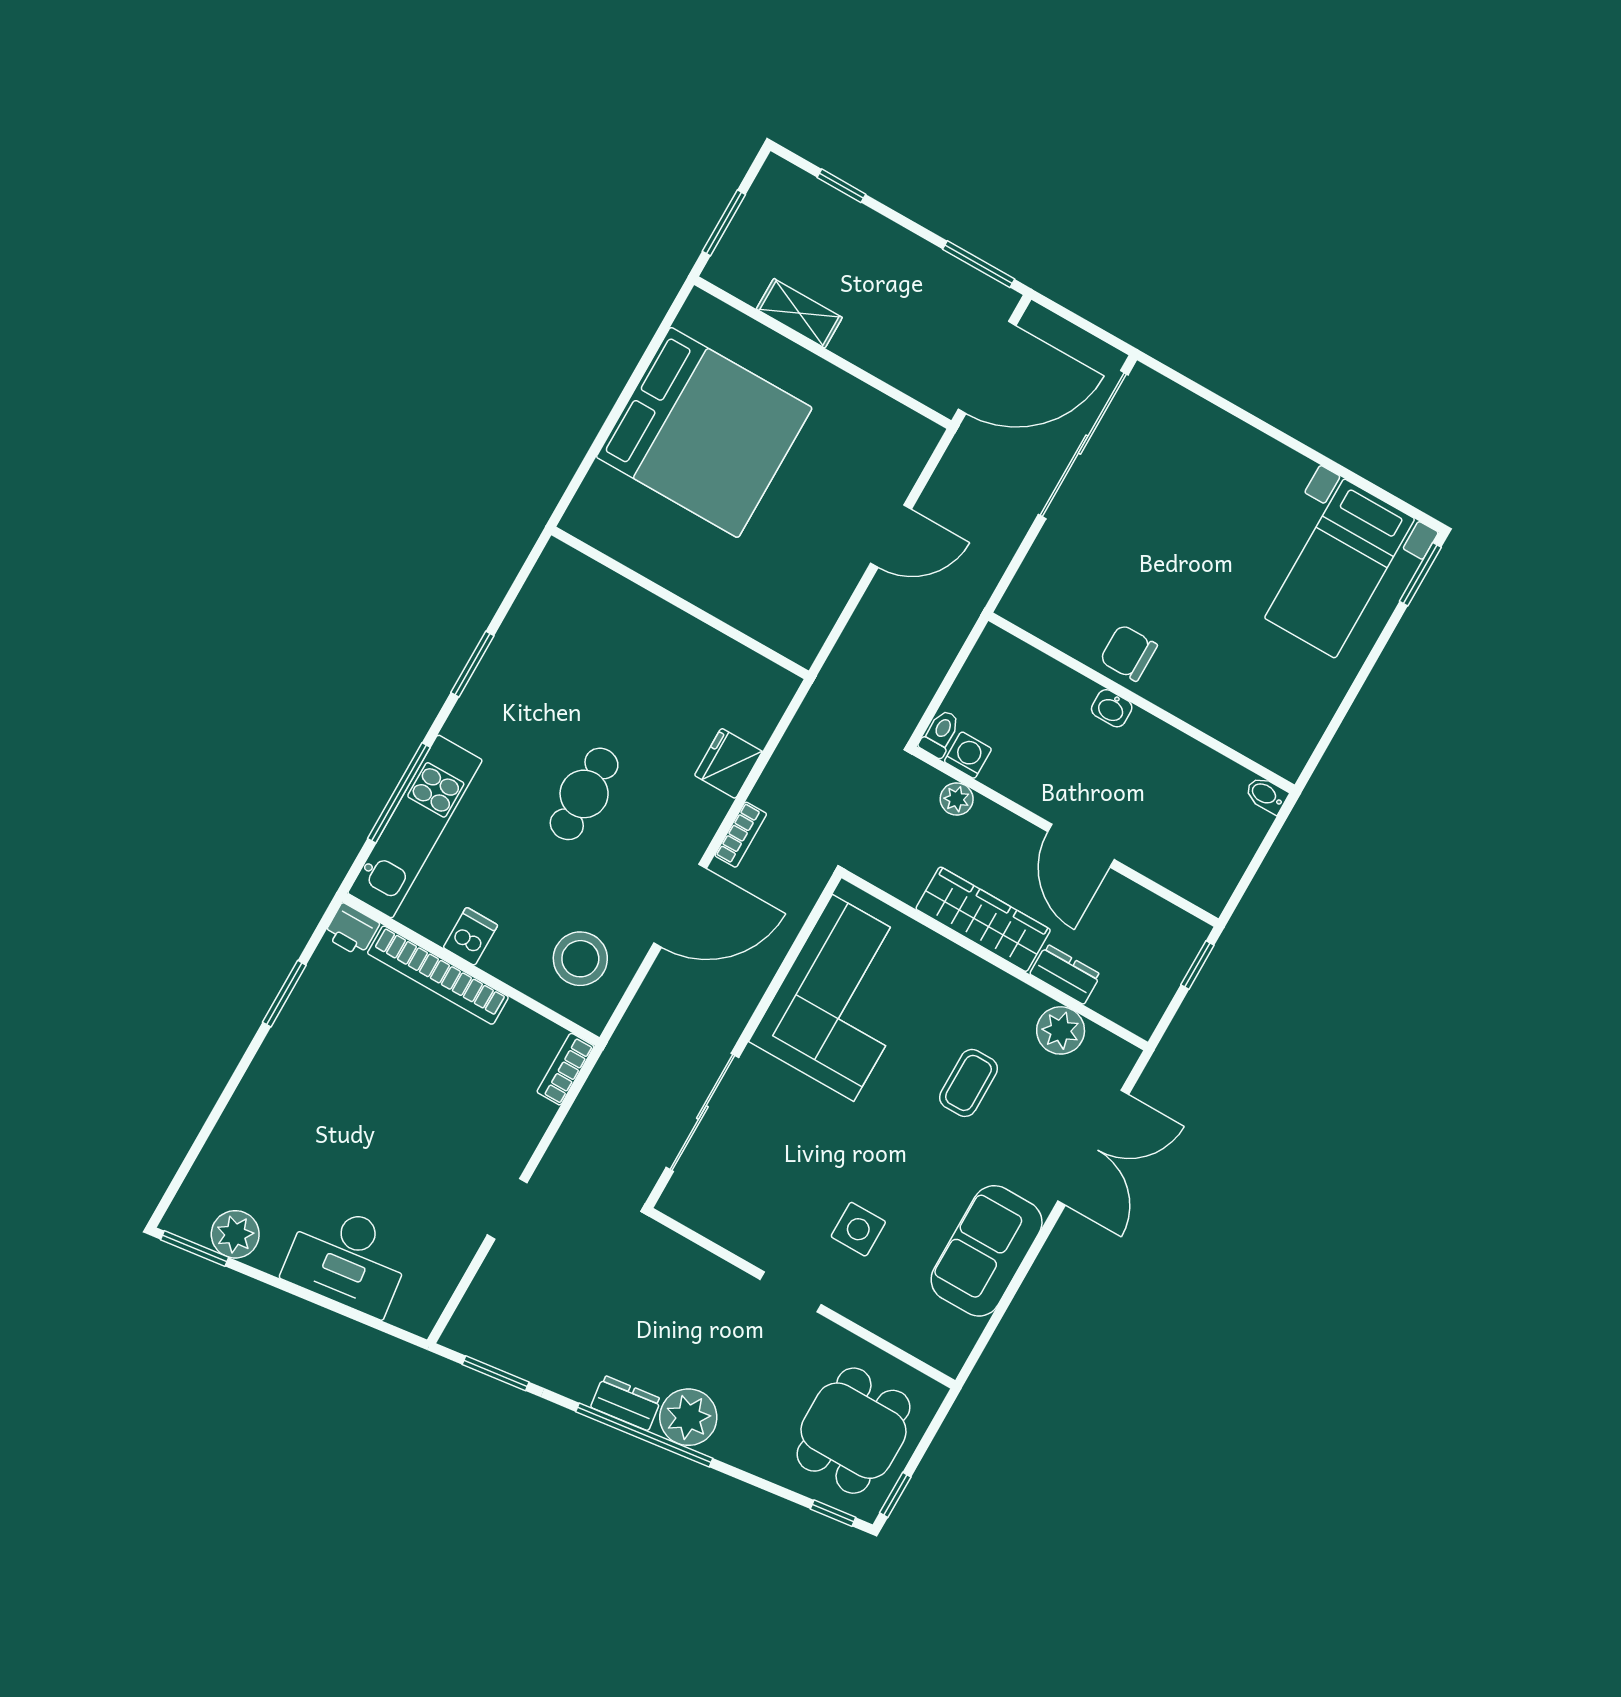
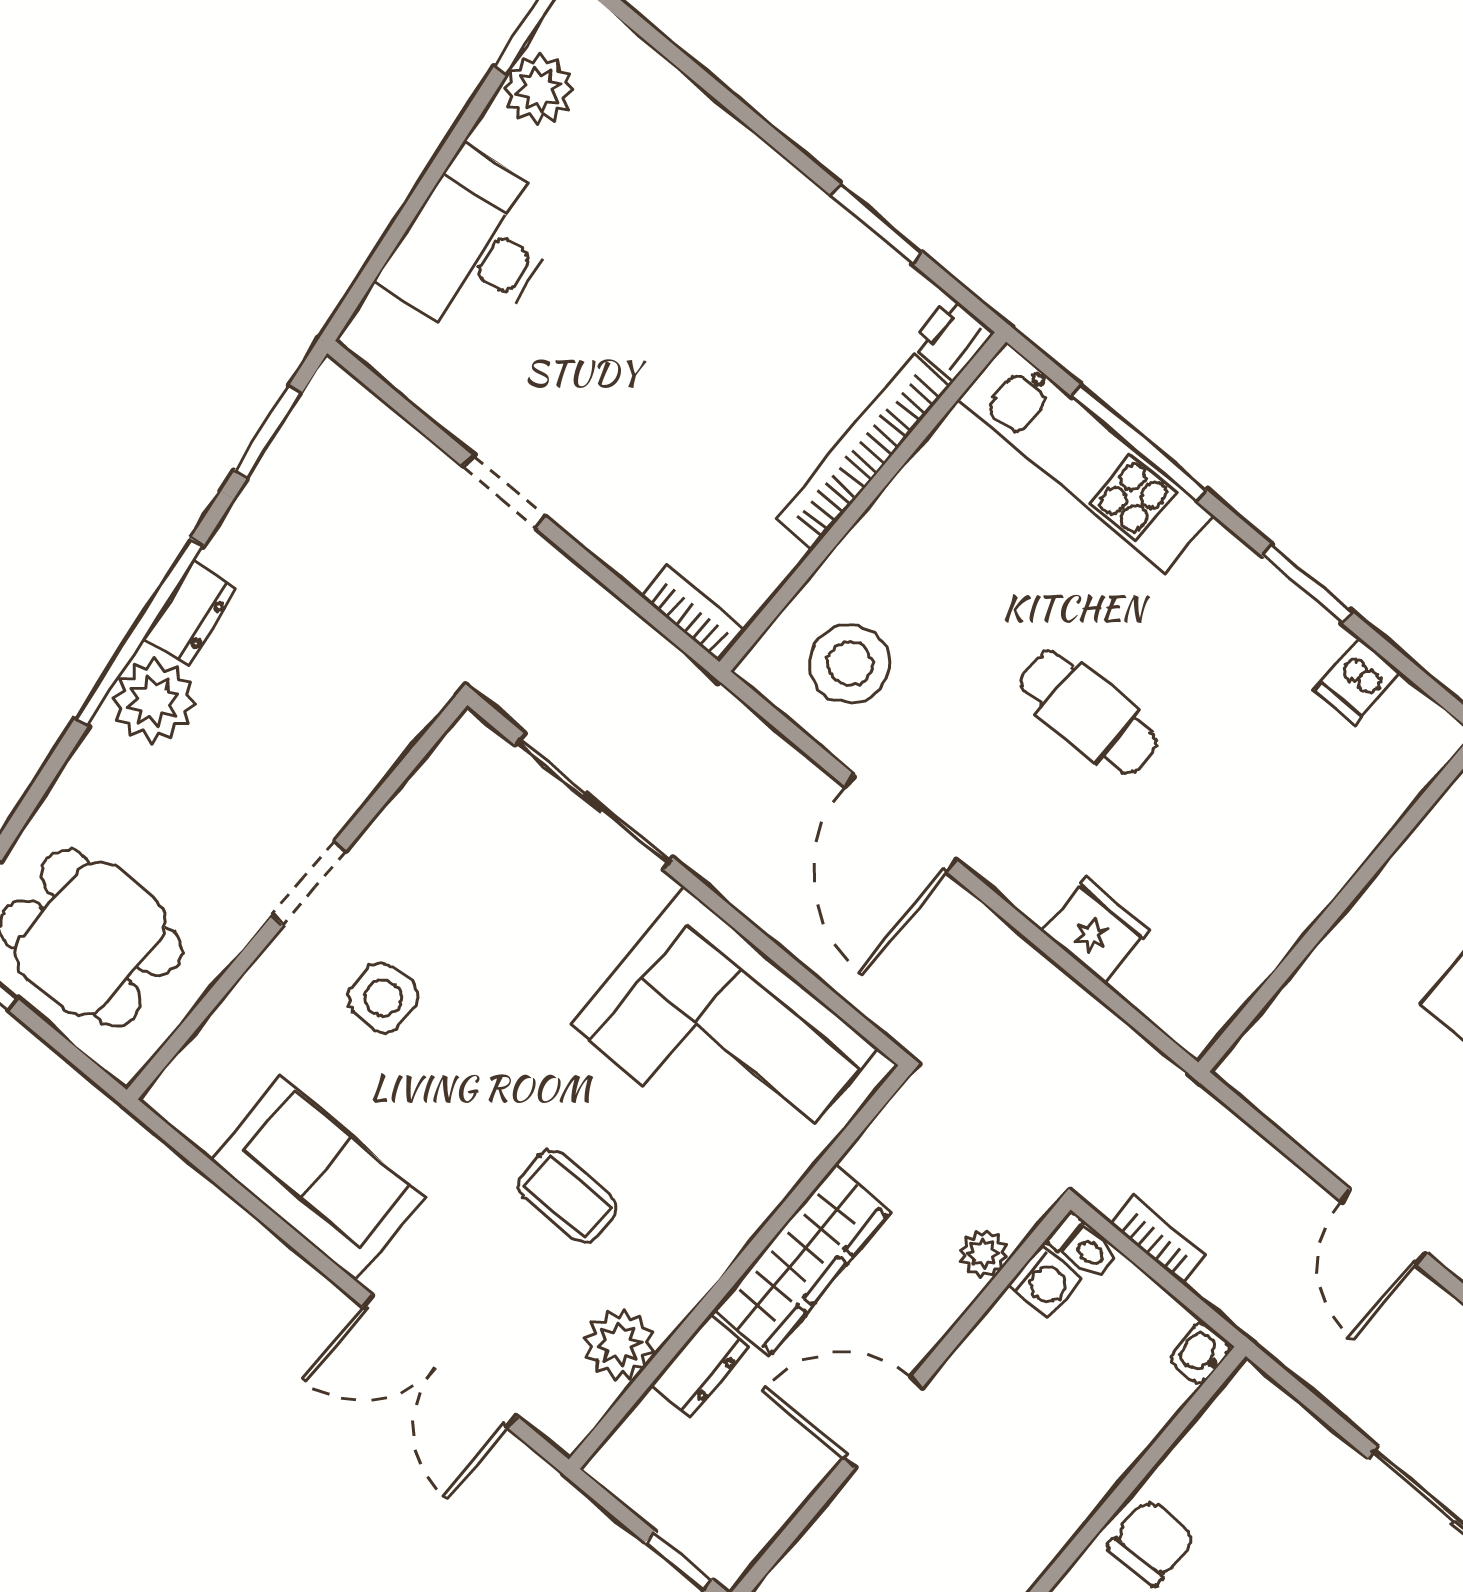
washbasin: (1112, 708) -> (1201, 1353), moved
bookcase: (741, 835) -> (1158, 1240), moved, turned 180
dishwasher: (471, 936) -> (1357, 681), moved, turned 90

